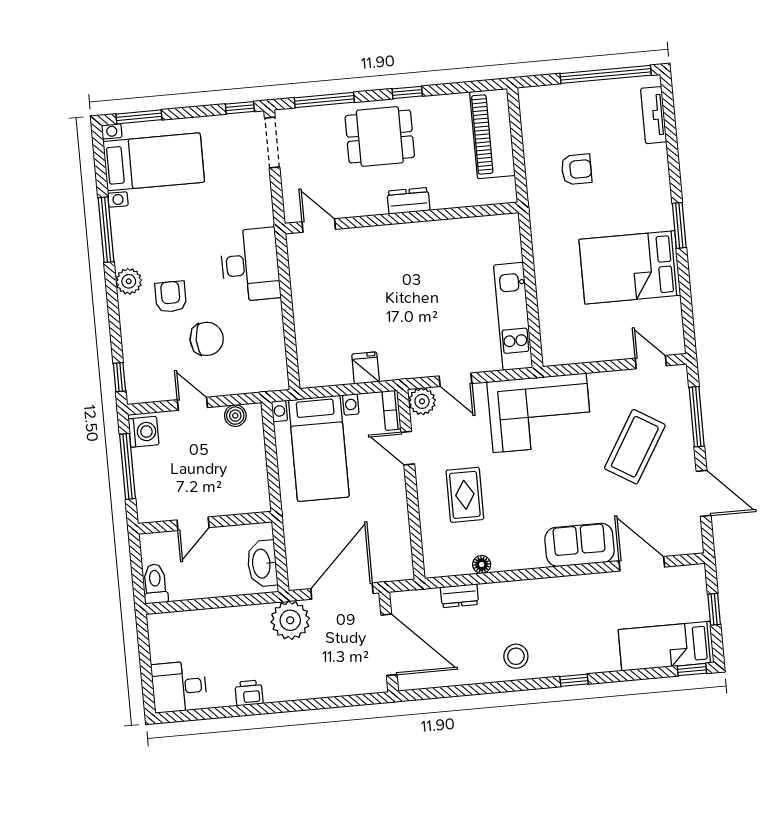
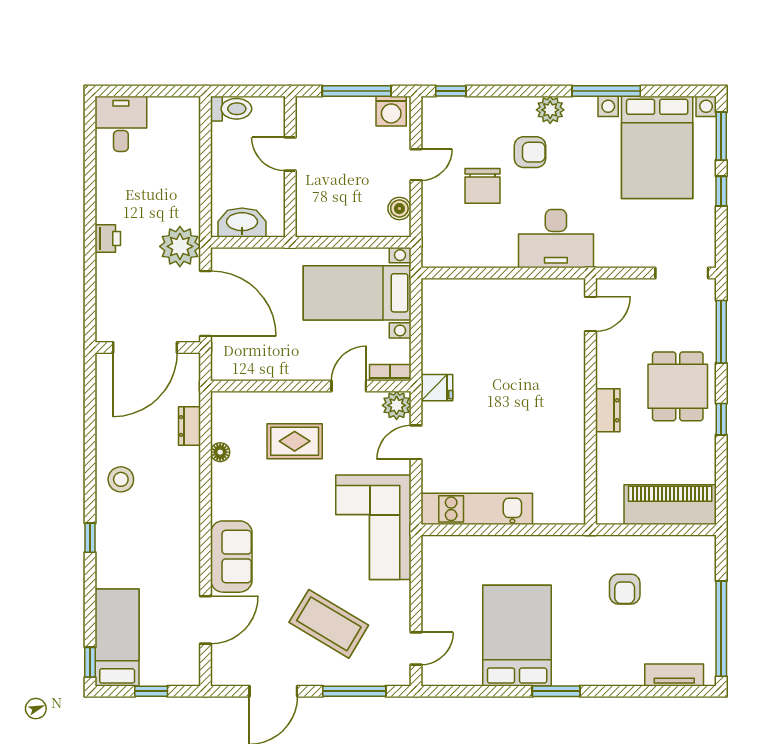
window: (240, 108) -> (721, 191), moved
bed with nightstands: (154, 162) -> (657, 147), width x1.36
fridge: (366, 368) -> (437, 388), moved
printer: (249, 693) -> (108, 239), moved

